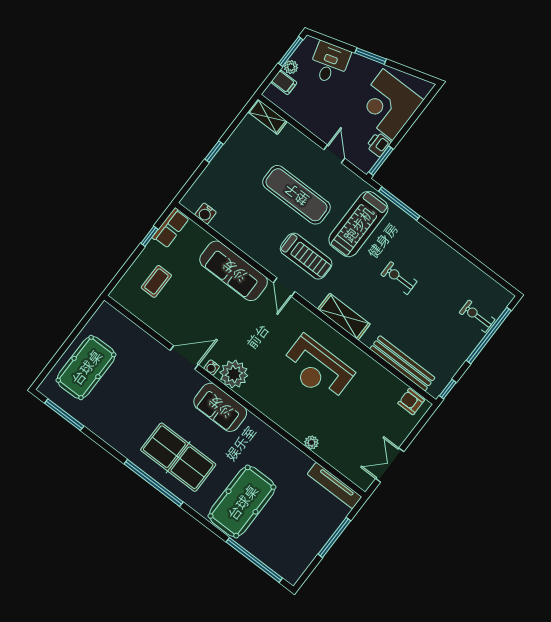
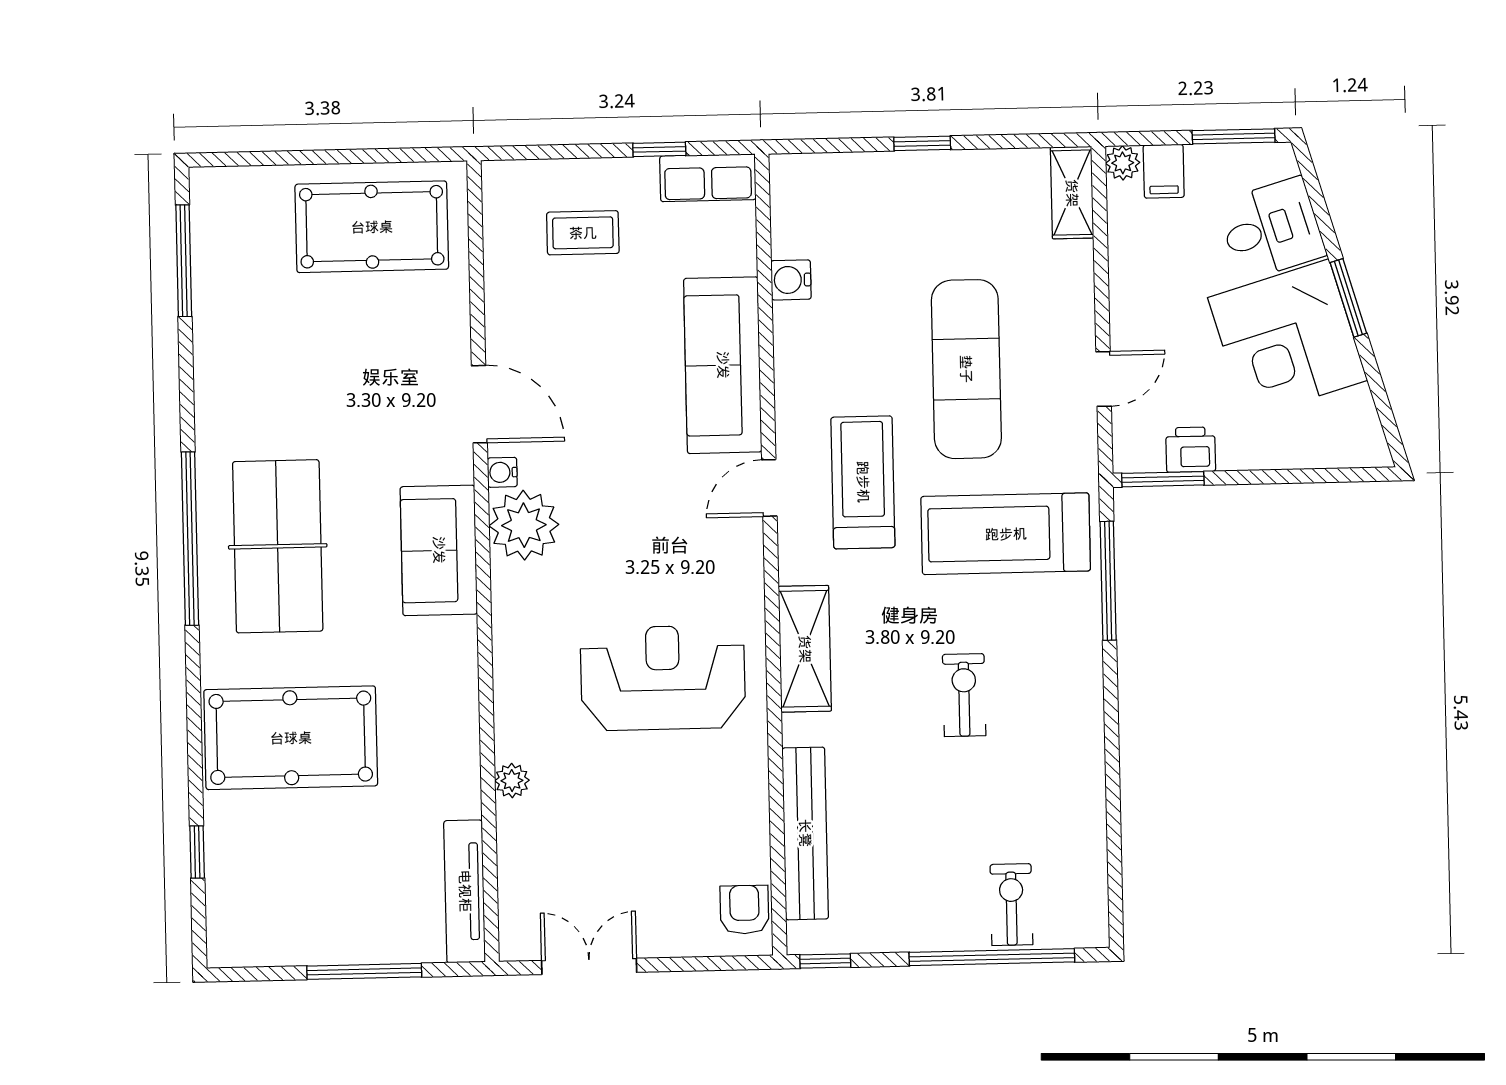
plant: (291, 67) -> (1123, 163), moved
corner desk: (388, 105) -> (1288, 339), moved, turned -106
water cooler: (206, 214) -> (791, 280), moved
treadmill: (306, 256) -> (863, 482), turned 180
pool table: (86, 367) -> (372, 227), moved
reception desk: (317, 369) -> (663, 678), turned 90
window: (254, 560) -> (197, 852), width x0.32

